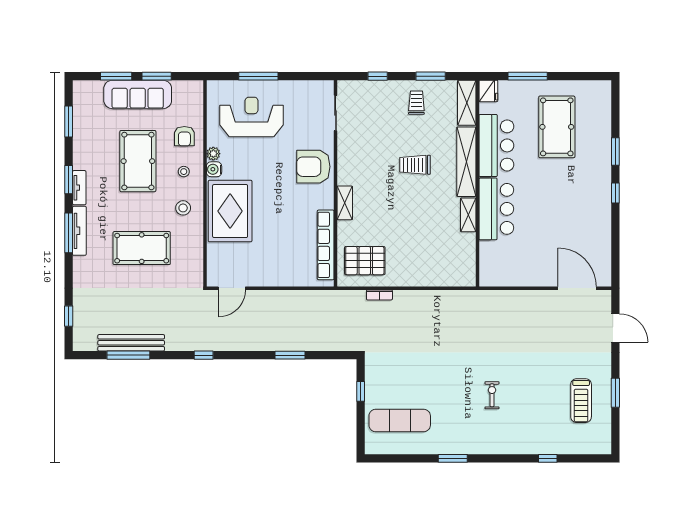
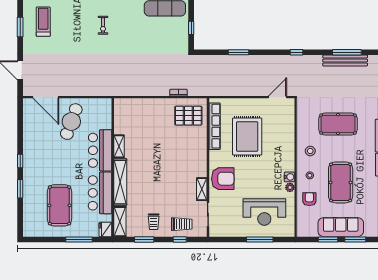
trolley: (415, 165) -> (182, 224), moved
shelving: (345, 203) -> (202, 189), moved
rug: (230, 211) -> (247, 136), moved
cafe table: (539, 252) -> (71, 122), added

